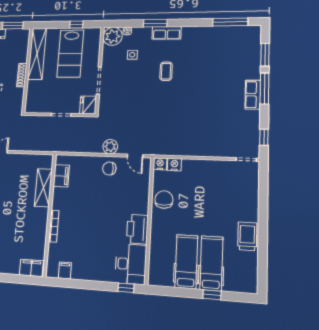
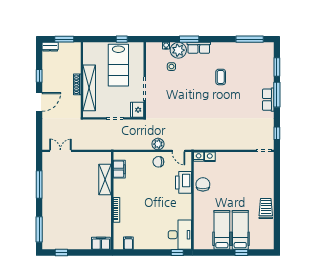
plant: (113, 36) -> (178, 50), moved
shelving: (37, 54) -> (89, 88), moved
coffee table: (166, 71) -> (221, 77), moved
printer: (137, 229) -> (184, 182), moved

